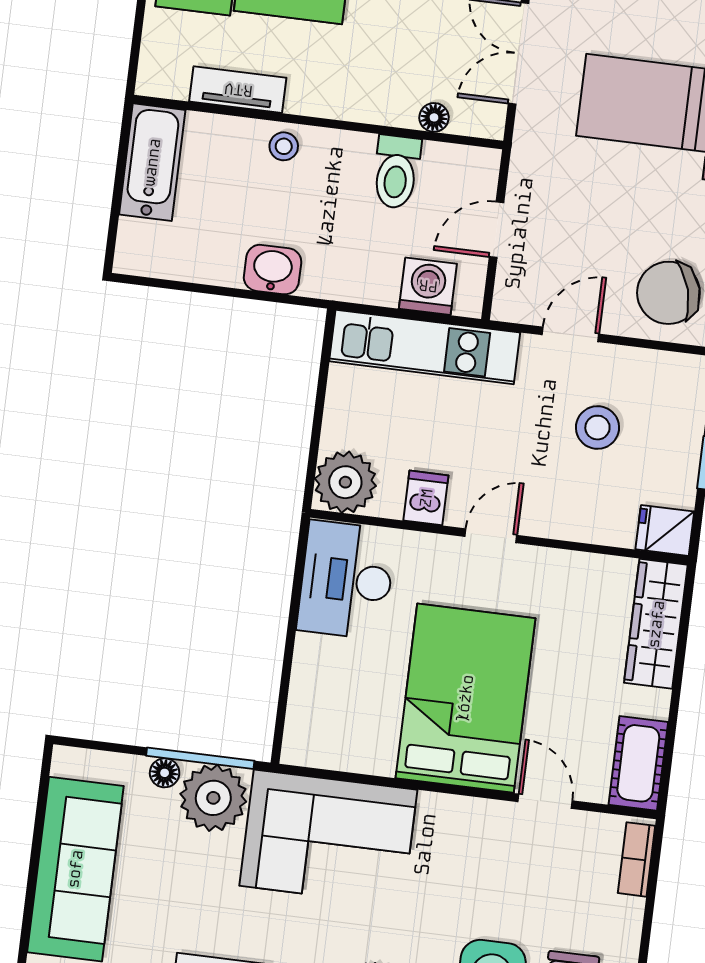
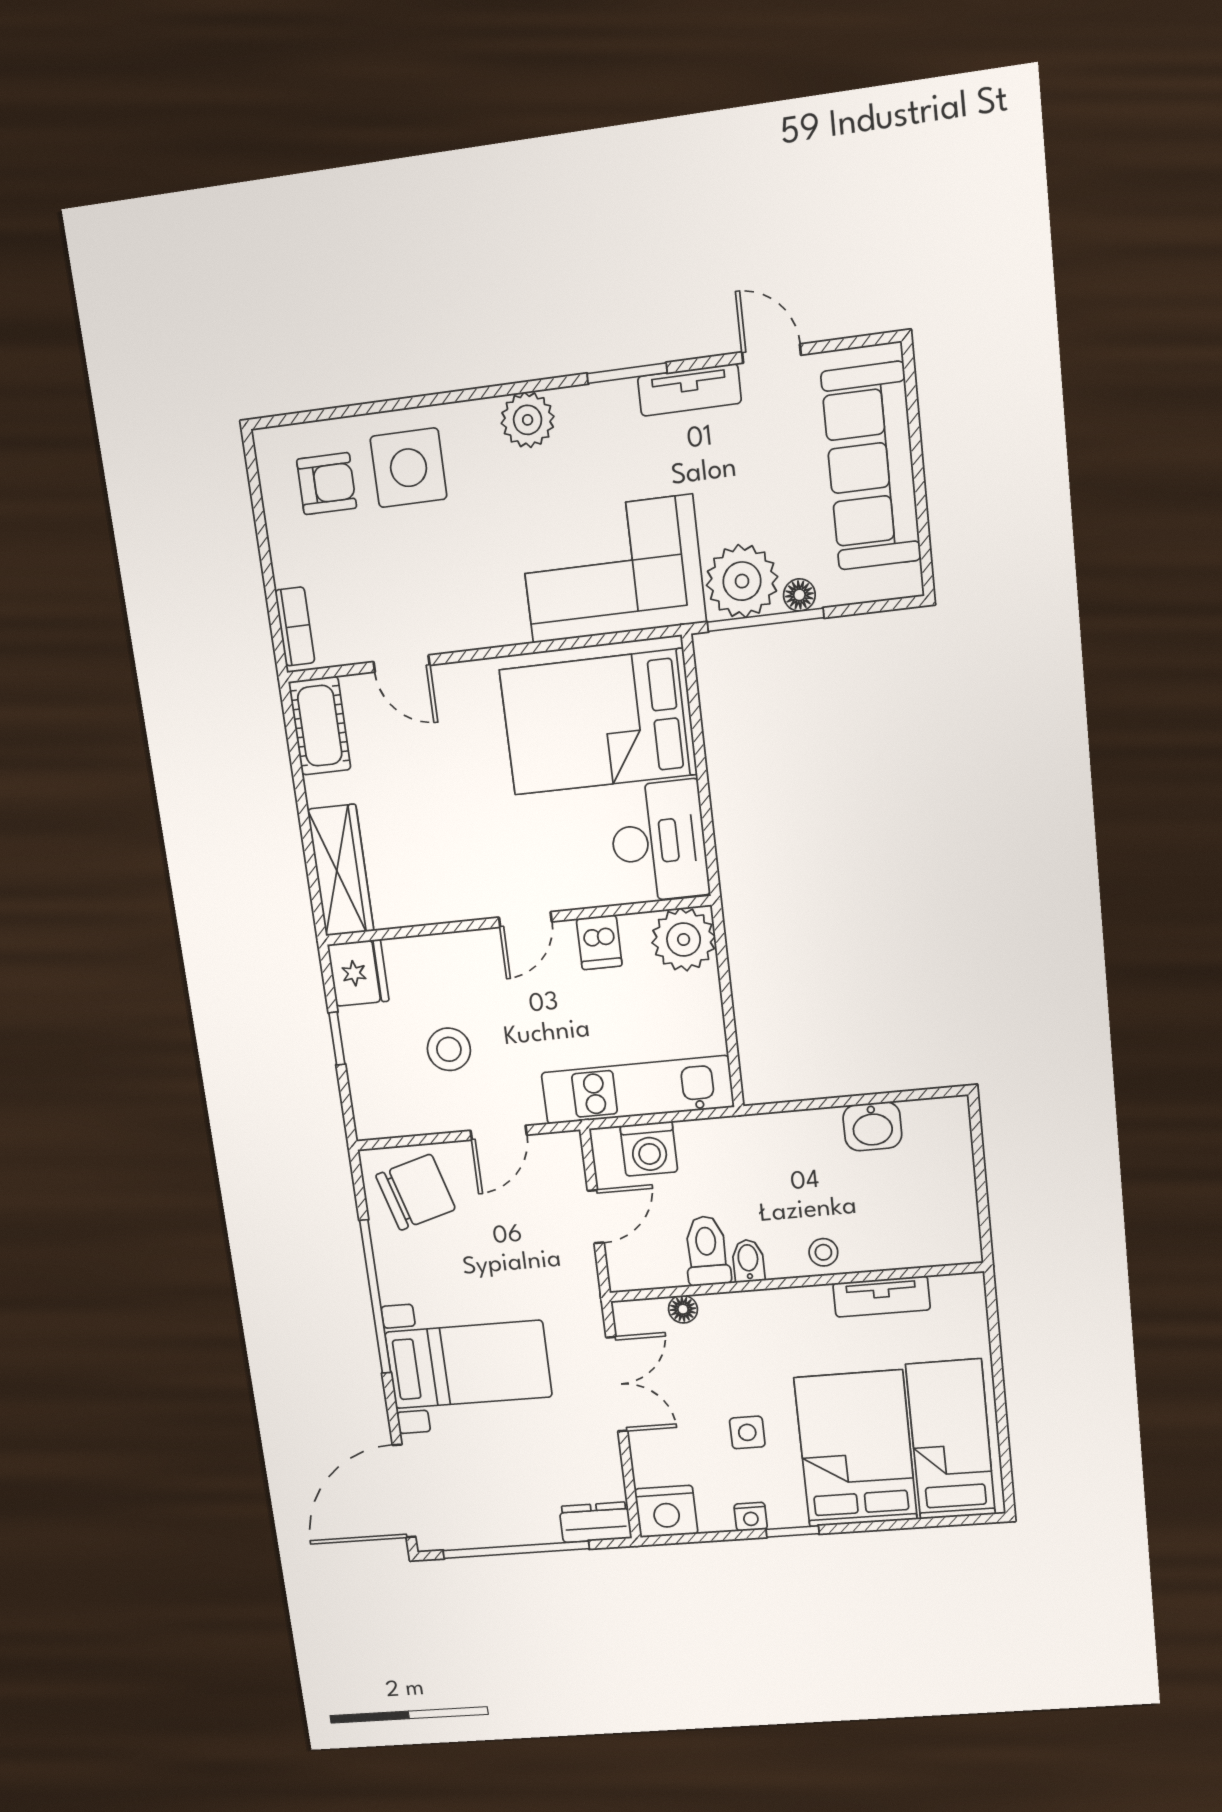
bidet: (358, 153) -> (748, 1261), added
bathtub: (152, 162) -> (951, 1210), removed
washbasin: (273, 270) -> (872, 1126), moved
fridge: (665, 530) -> (358, 973), width x1.38
bed: (465, 698) -> (598, 722), moved, turned 90

